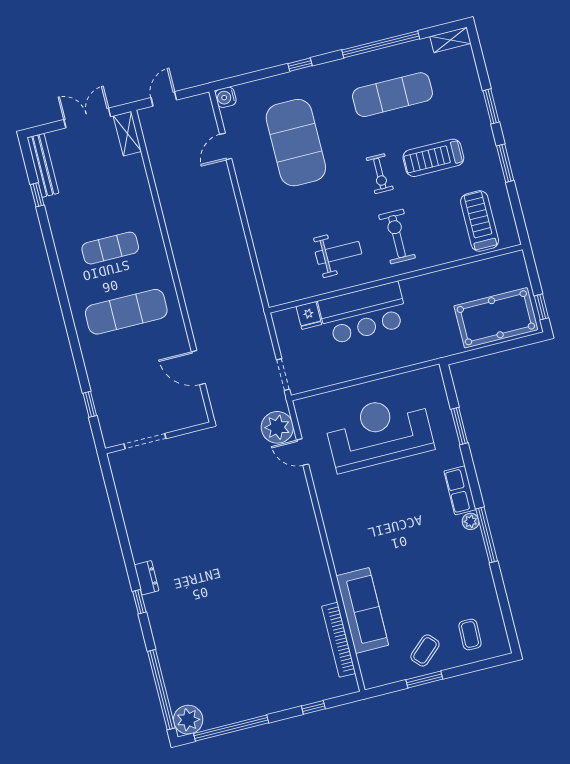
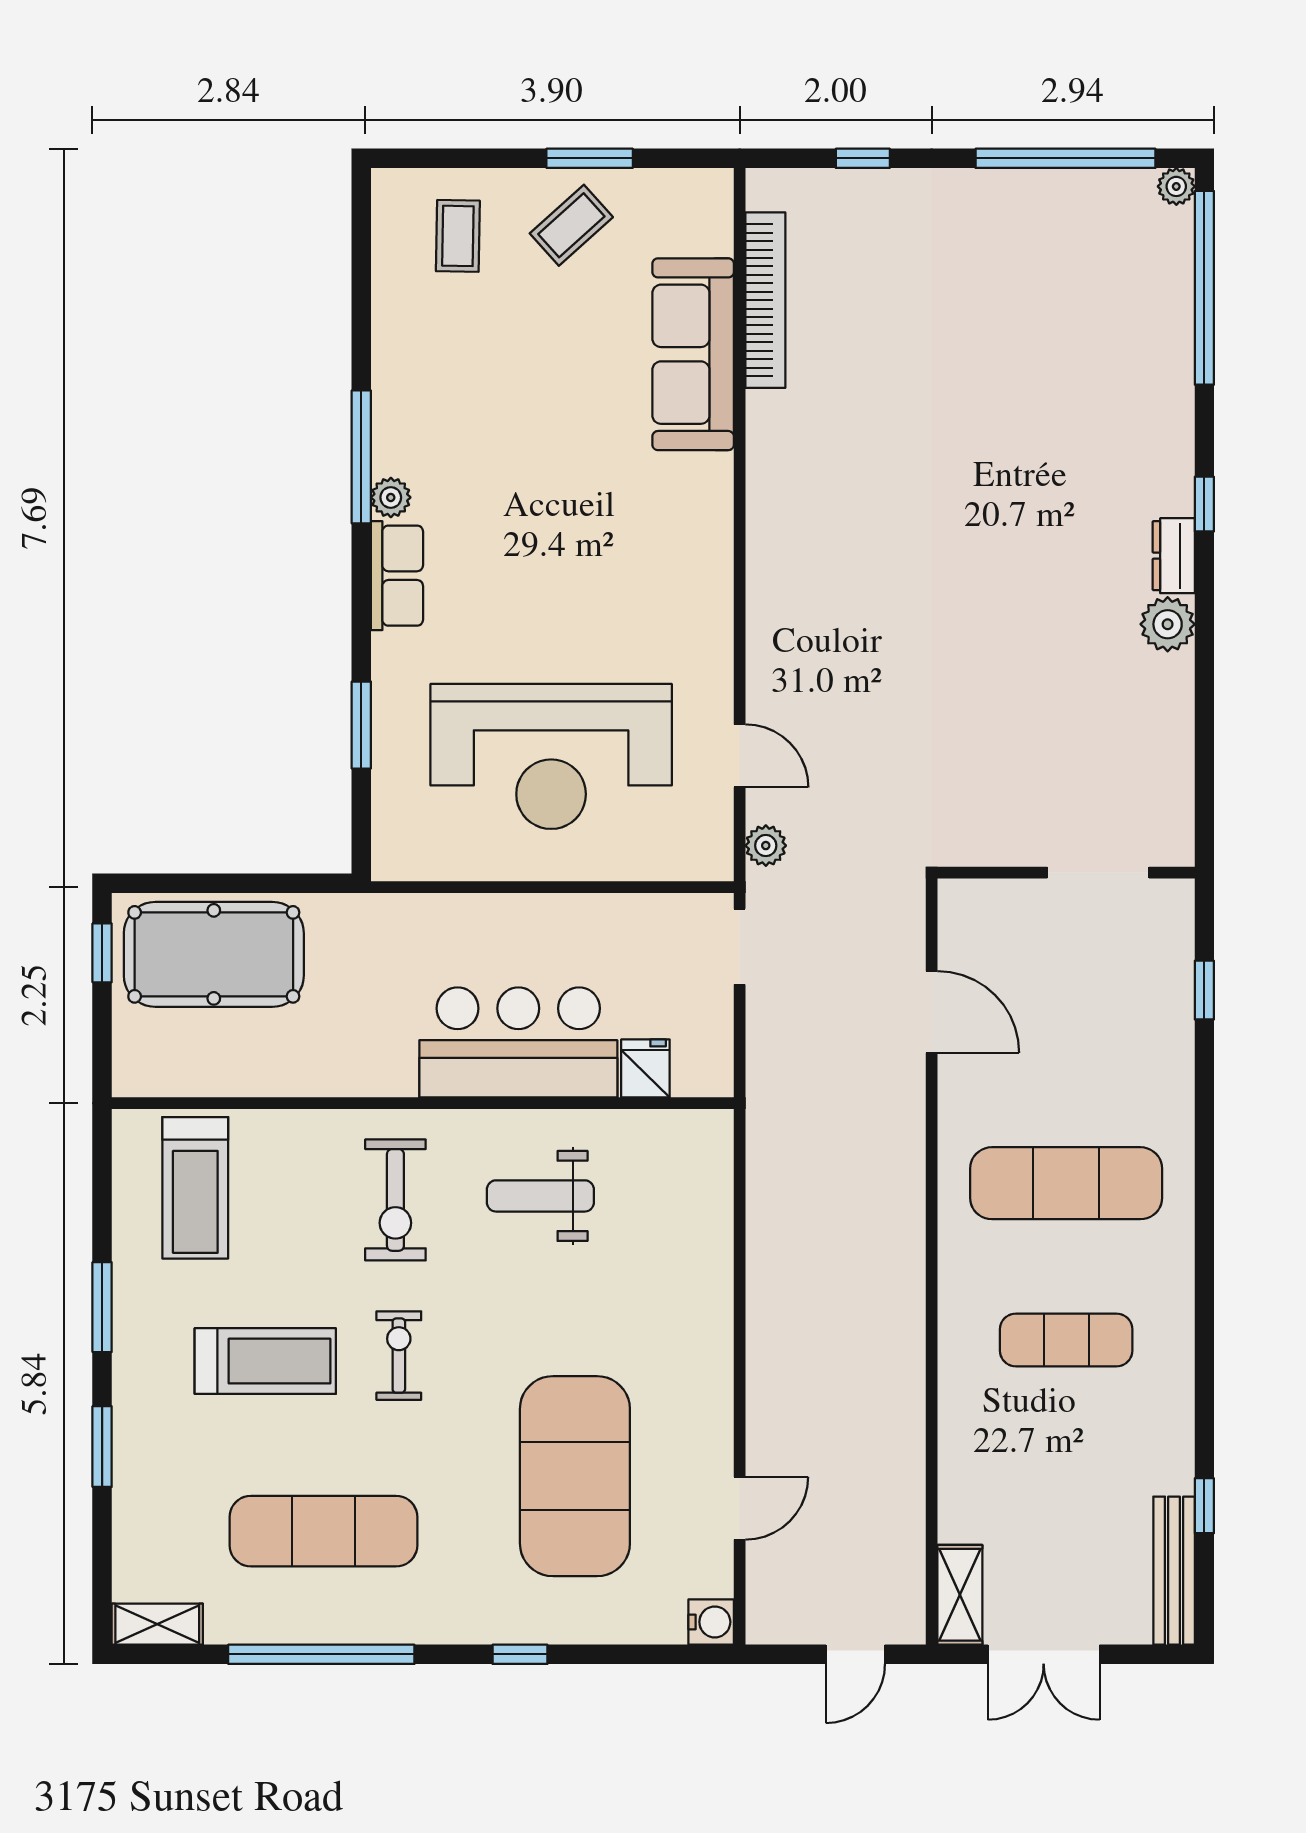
plant: (277, 427) -> (766, 846), width x0.53, depth x0.53
plant: (142, 549) -> (1168, 624), added
plant: (188, 720) -> (1176, 186), width x0.53, depth x0.53

